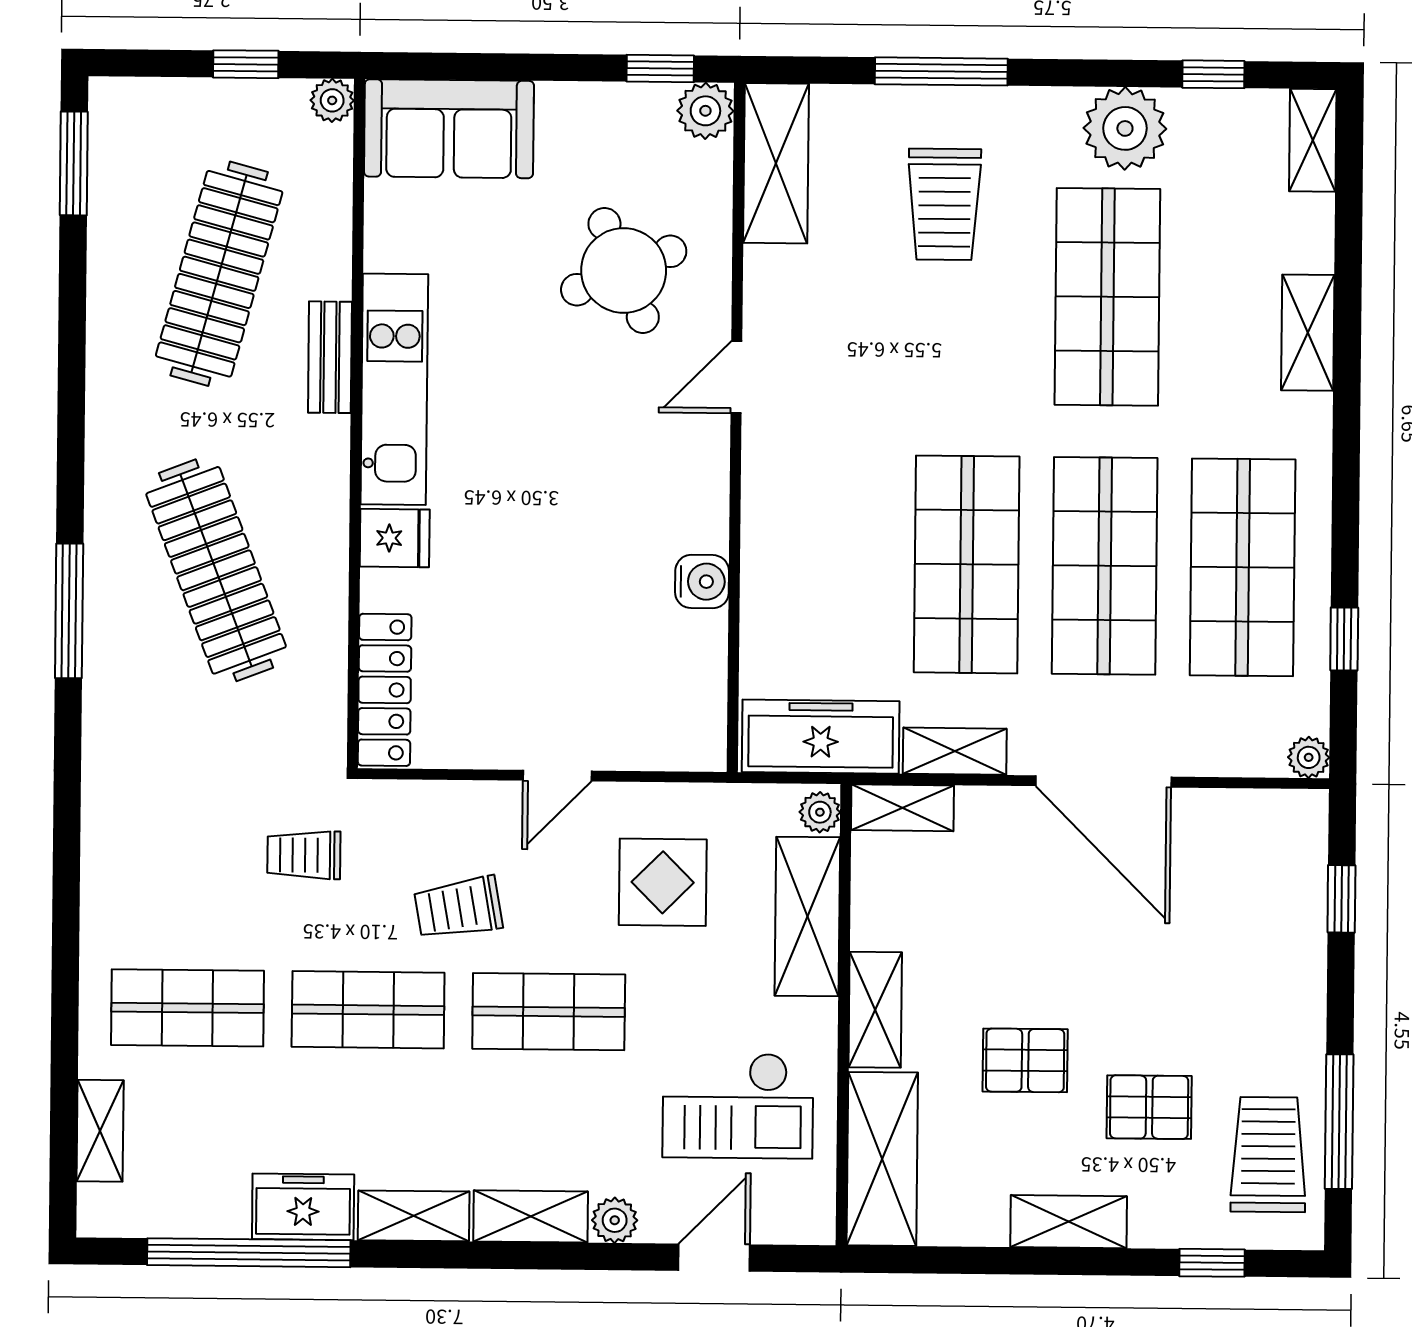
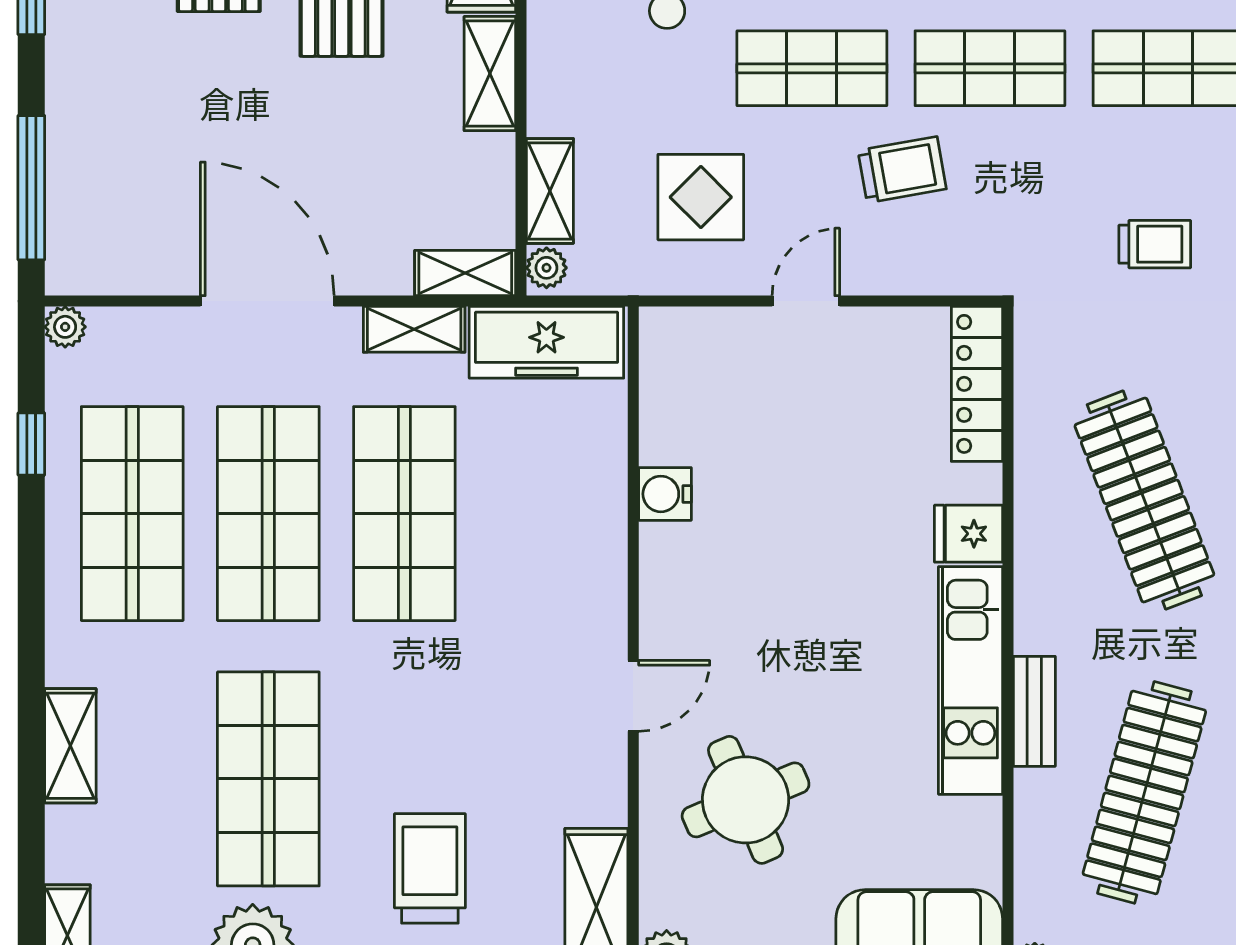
trolley: (304, 855) -> (1155, 244), moved
window: (1341, 899) -> (31, 188), width x2.17
shelving: (807, 916) -> (550, 191), width x0.67, depth x0.75

